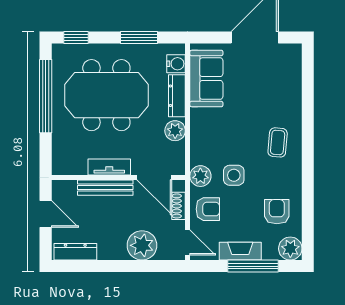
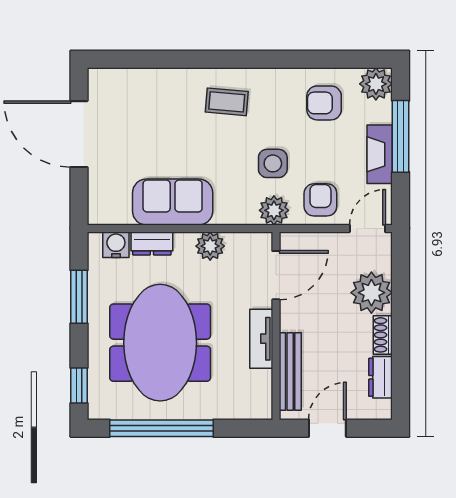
sofa: (206, 79) -> (173, 202), moved
dresser: (177, 96) -> (152, 243), width x0.70
bench: (105, 188) -> (290, 371), moved
shoe rack: (179, 206) -> (383, 335), moved, turned 90
dresser: (75, 252) -> (380, 377), width x0.70

